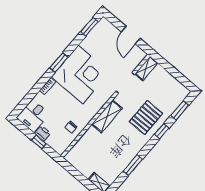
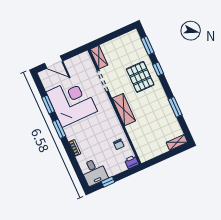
window: (89, 27) -> (48, 104), moved
door: (131, 35) -> (54, 62), moved
corner desk: (81, 74) -> (72, 102), moved
printer: (43, 133) -> (132, 162), moved
window: (39, 142) -> (108, 182), moved

